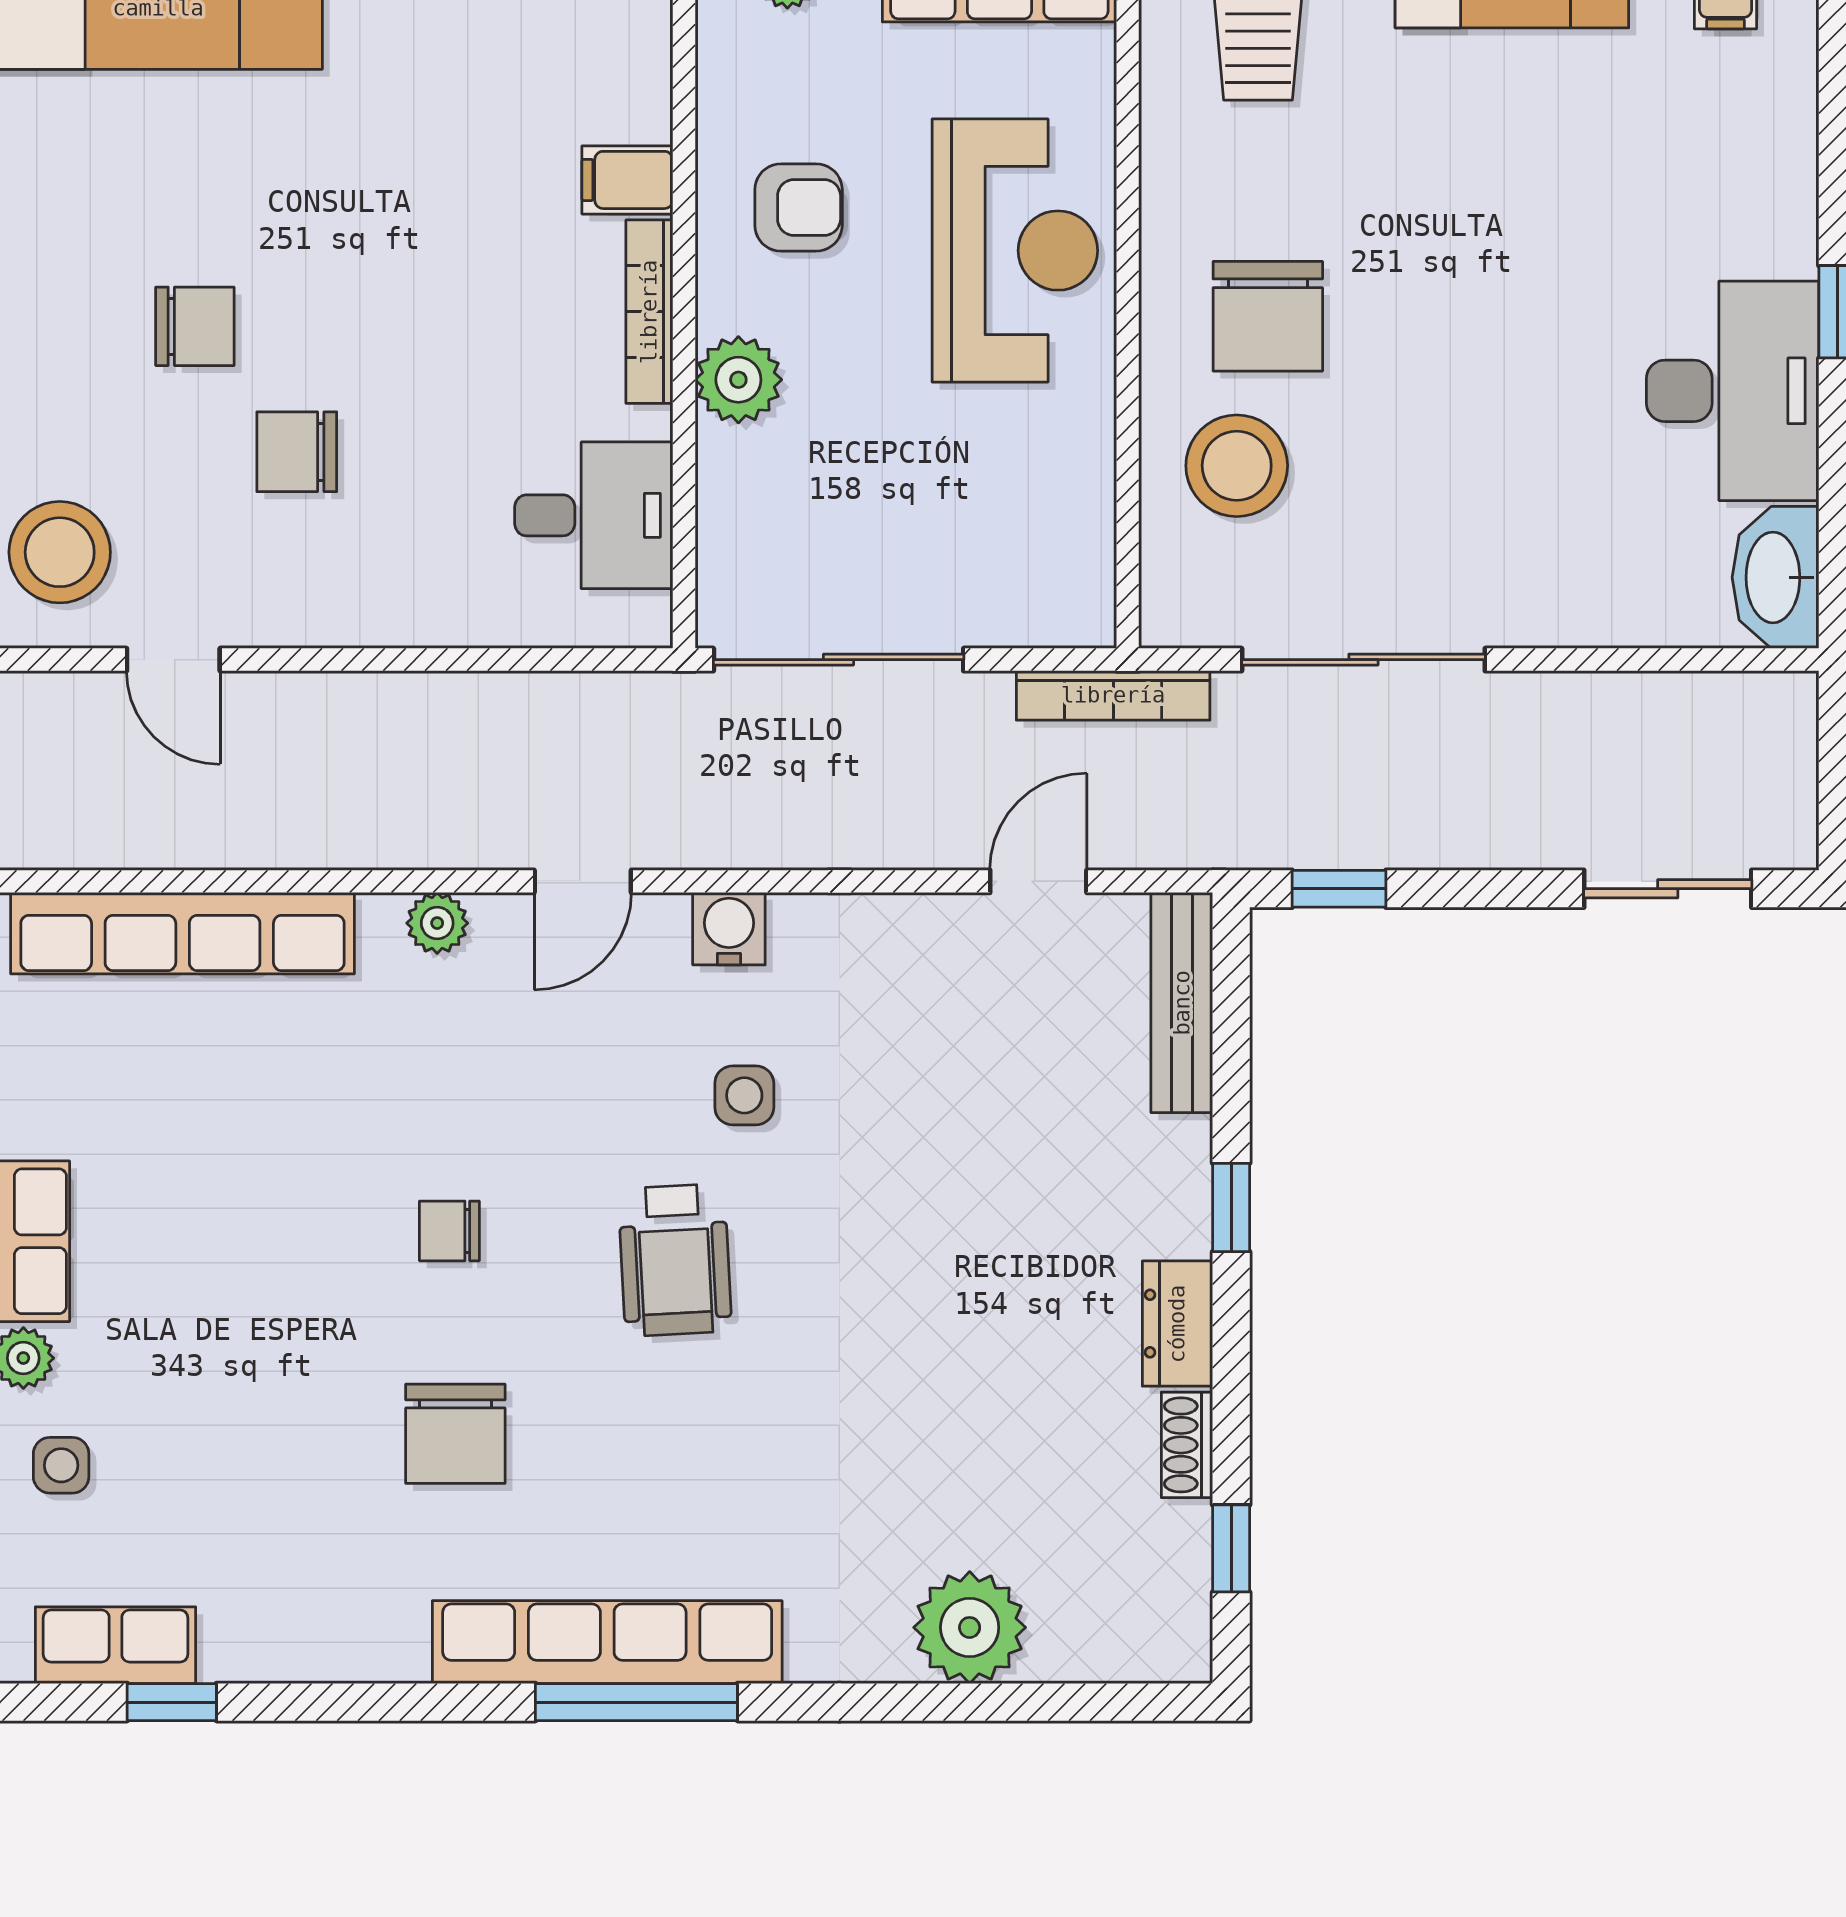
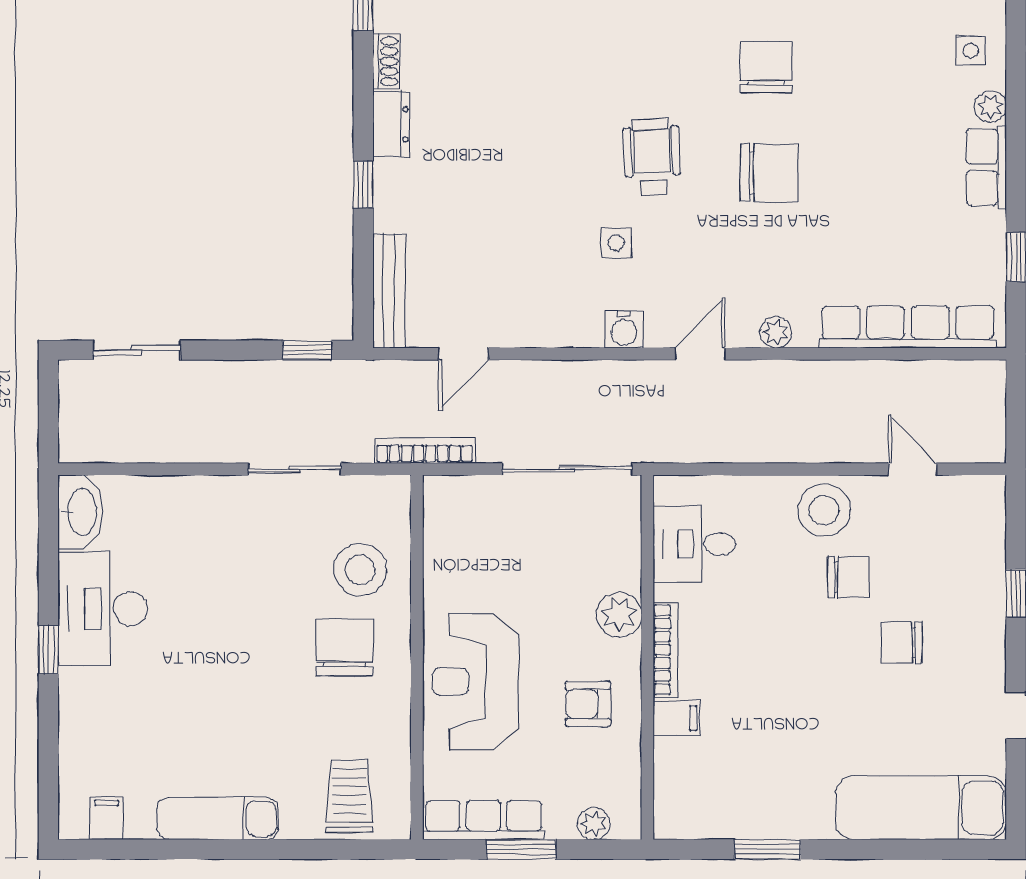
stool: (60, 552) -> (824, 510), moved
sliding door: (1363, 660) -> (295, 469), width x0.73
chair: (449, 1231) -> (769, 172), width x1.87, depth x1.87

